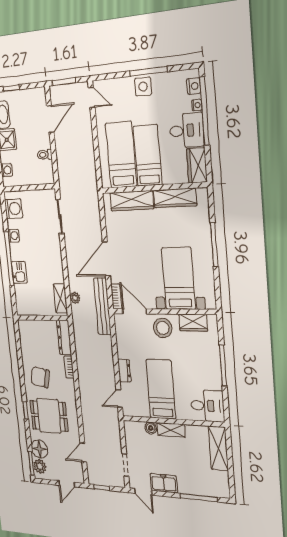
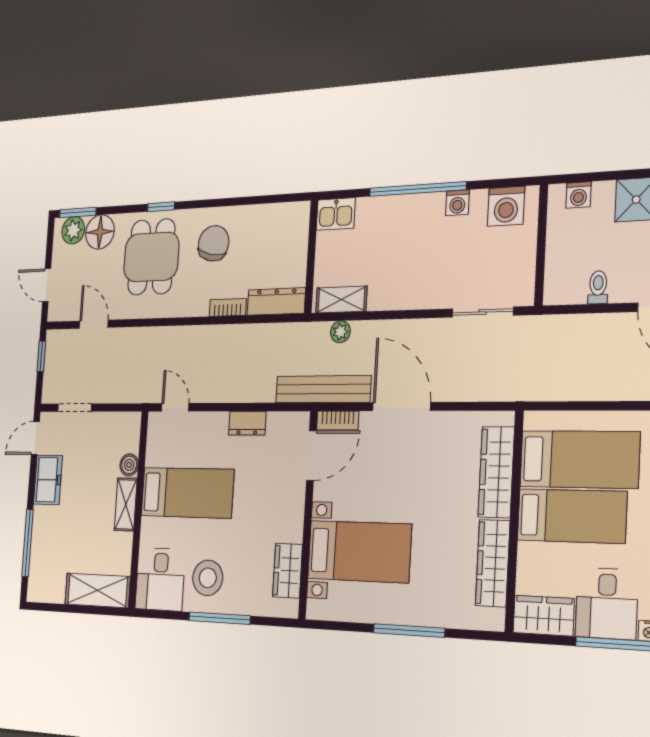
kitchen sink: (19, 272) -> (336, 214), moved
stool: (163, 328) -> (208, 578), moved
dresser: (124, 371) -> (247, 423), moved

